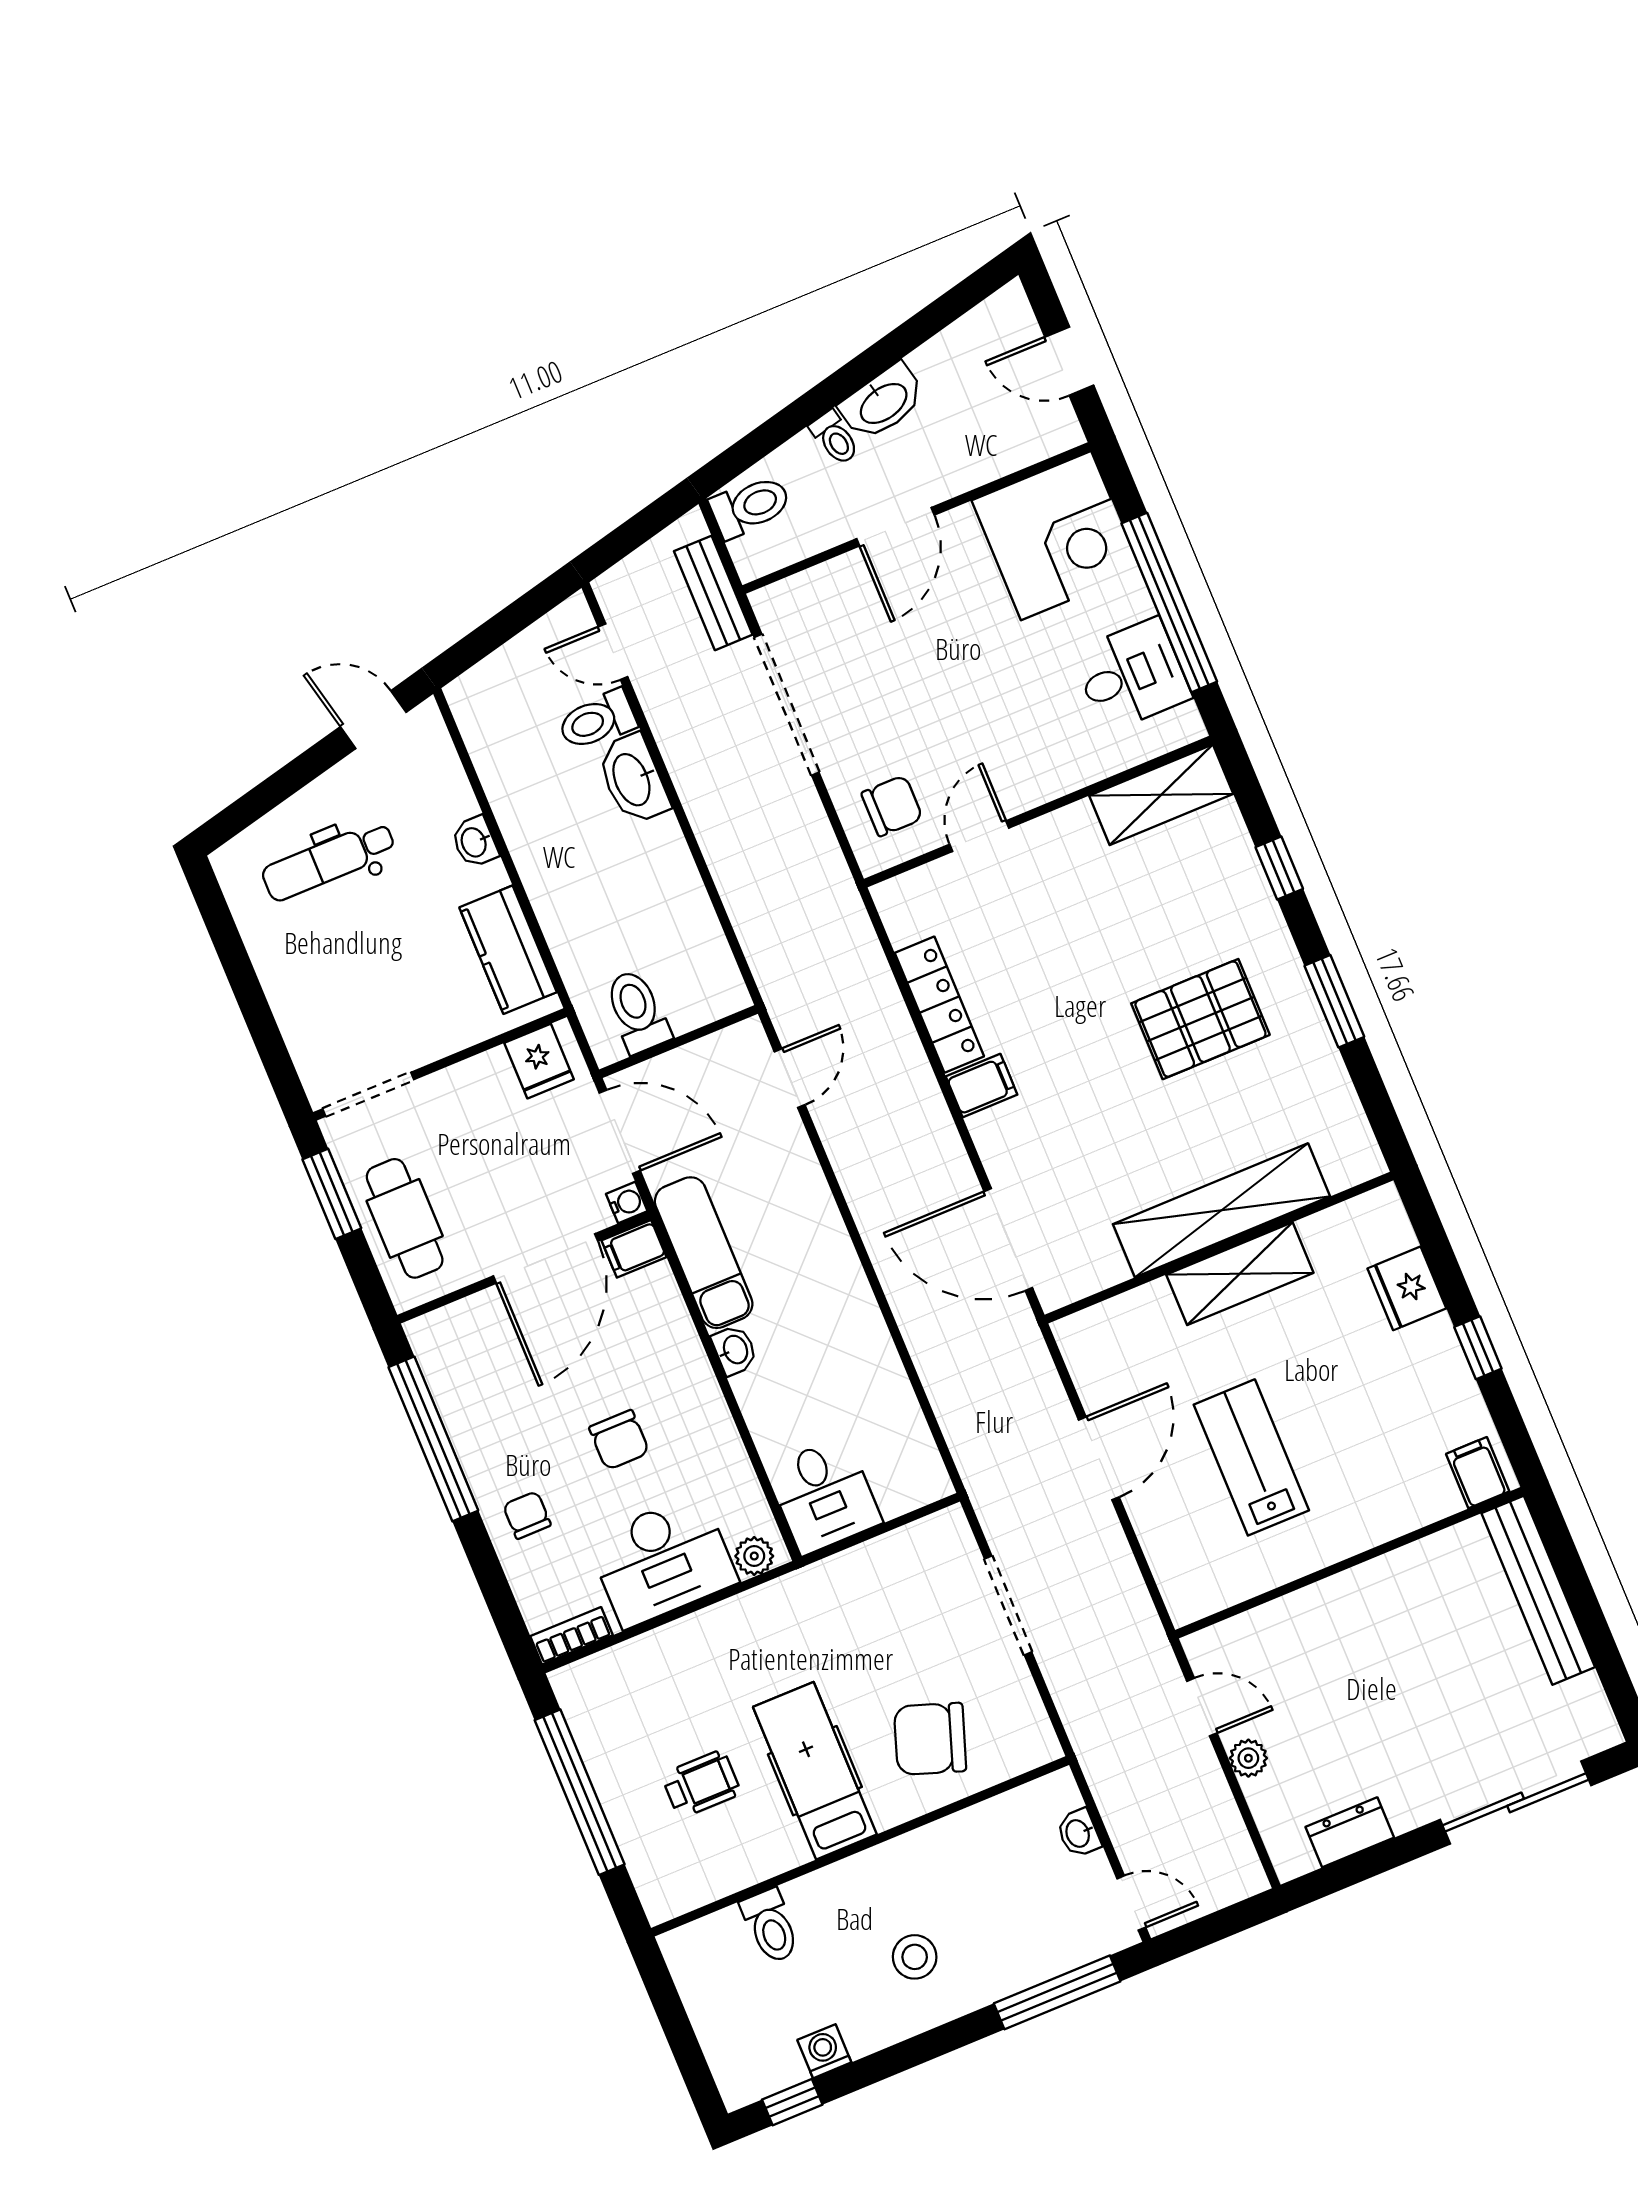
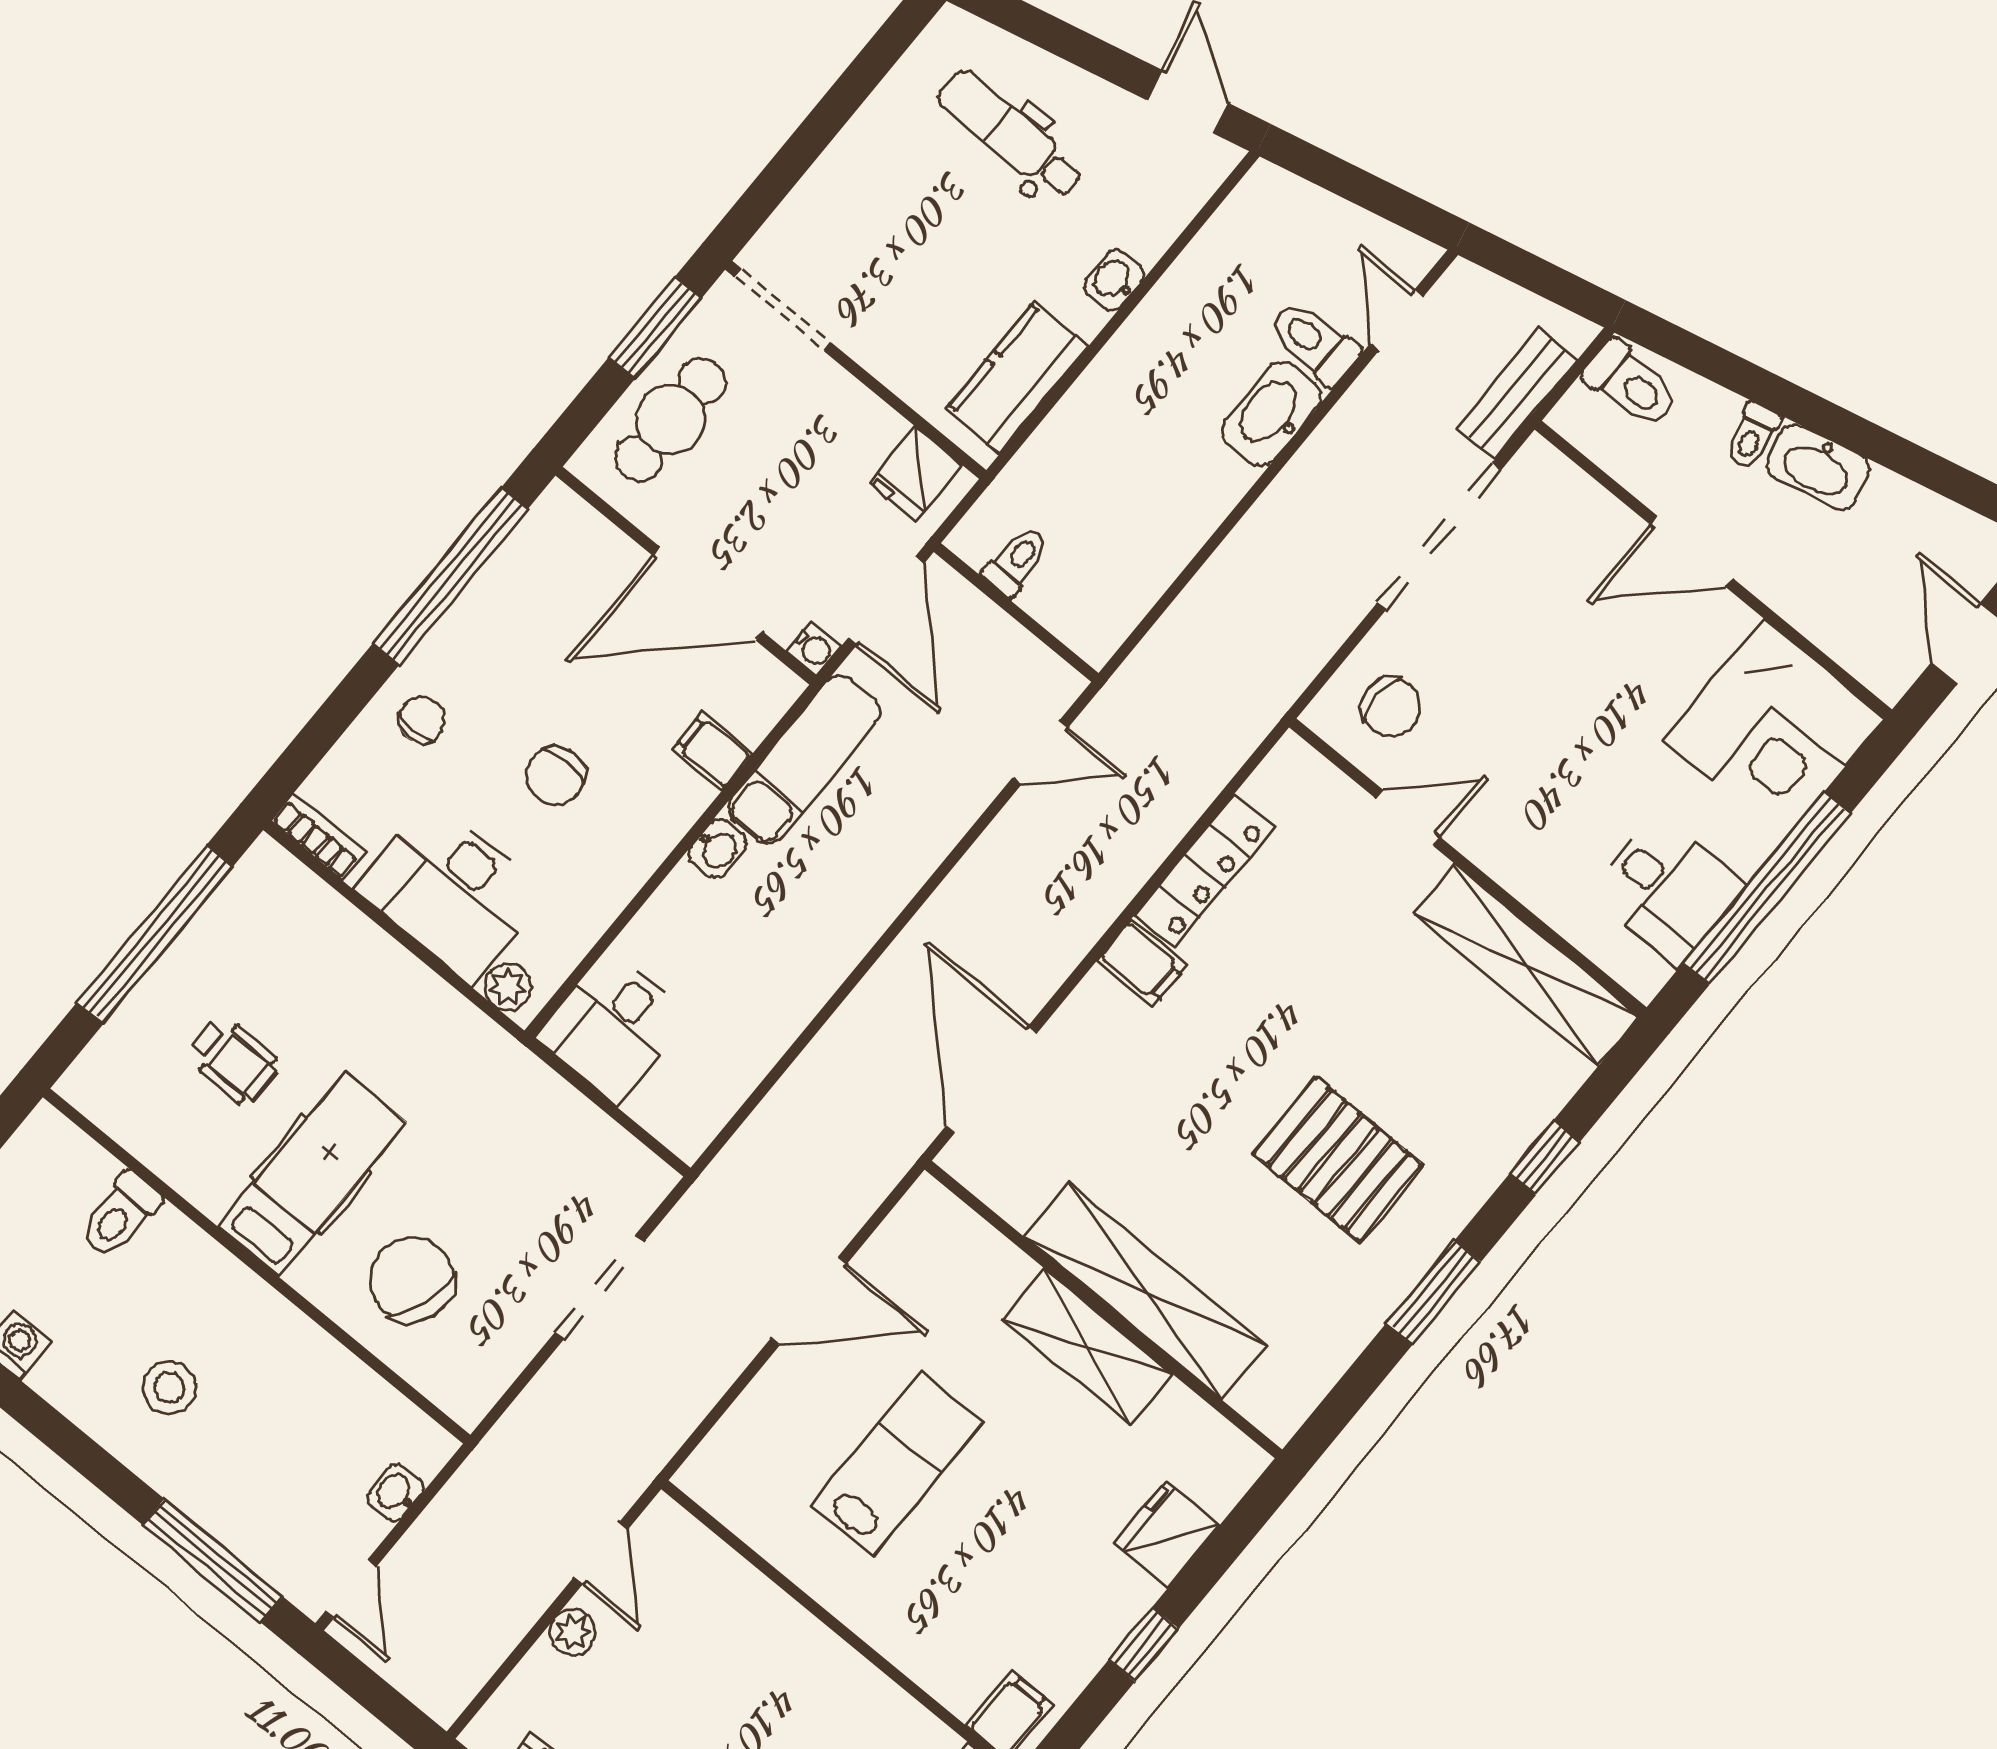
shelving: (1161, 795) -> (1527, 965), width x1.47
toilet: (637, 1011) -> (1017, 561), width x0.73, depth x0.72
filing cabinet: (634, 1249) -> (712, 751), moved

